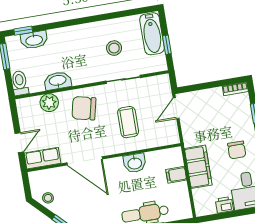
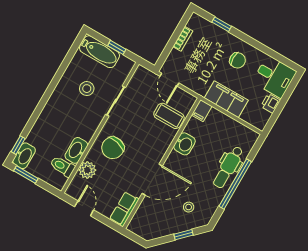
washbasin: (34, 40) -> (24, 156), moved
toilet: (20, 83) -> (63, 166), moved
bookcase: (235, 89) -> (183, 39), moved
coffee table: (128, 122) -> (169, 116), moved
door: (19, 143) -> (84, 208), moved
filing cabinet: (176, 175) -> (202, 111), moved
stool: (48, 198) -> (189, 207), moved

